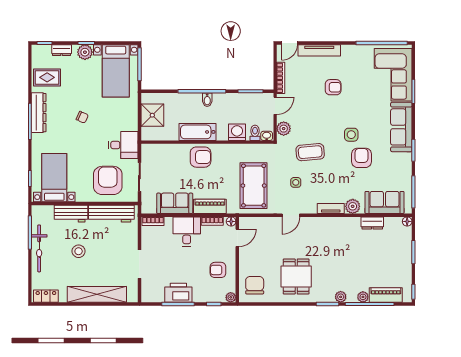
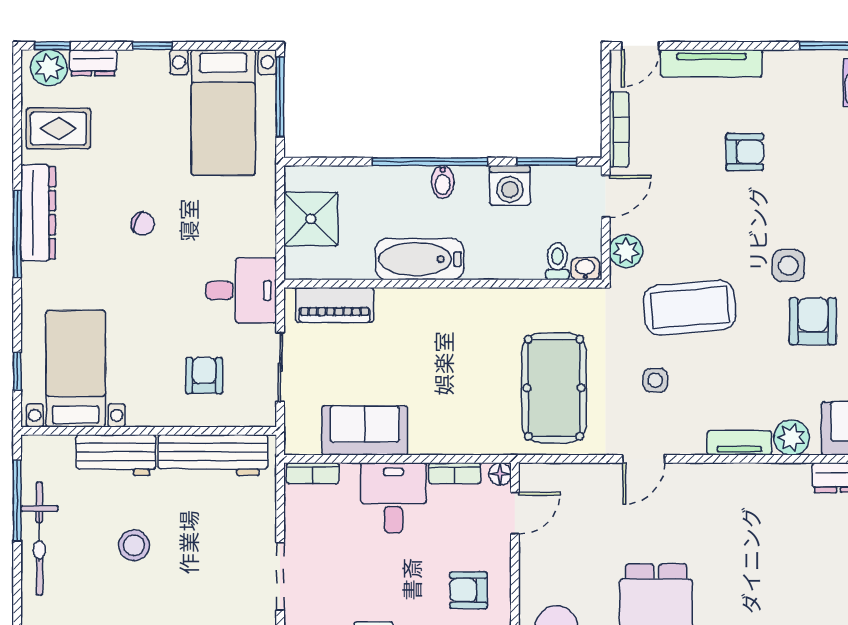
plant: (85, 52) -> (49, 68), moved
washing machine: (237, 132) -> (510, 185), moved, turned 180
coffee table: (310, 152) -> (690, 308), width x1.36, depth x1.32
armchair: (201, 157) -> (427, 319), removed
armchair: (108, 180) -> (204, 375), width x0.53, depth x0.53
piano: (210, 206) -> (335, 305), moved, turned 180

